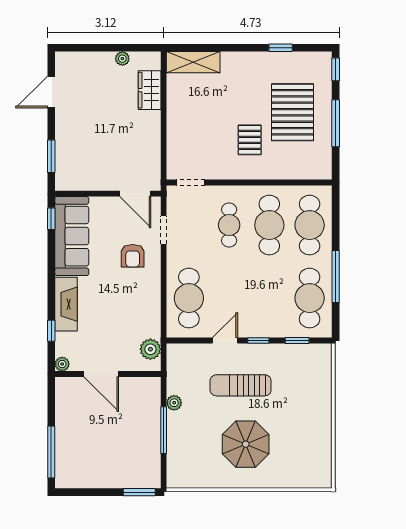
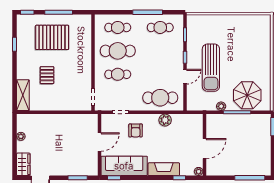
wardrobe: (150, 90) -> (23, 164), moved, turned -90
pallet: (250, 140) -> (47, 75), moved, turned 90
door: (135, 194) -> (99, 142), moved
cafe table: (310, 225) -> (118, 27), width x0.73, depth x0.74
armchair: (133, 256) -> (136, 130), turned 90
cafe table: (310, 298) -> (160, 27), width x0.73, depth x0.74
door: (225, 341) -> (185, 77), swing flipped
plant: (150, 349) -> (165, 120), moved
sun lounger: (241, 385) -> (211, 68), width x1.36, depth x1.34
parasol: (246, 444) -> (247, 95), moved

